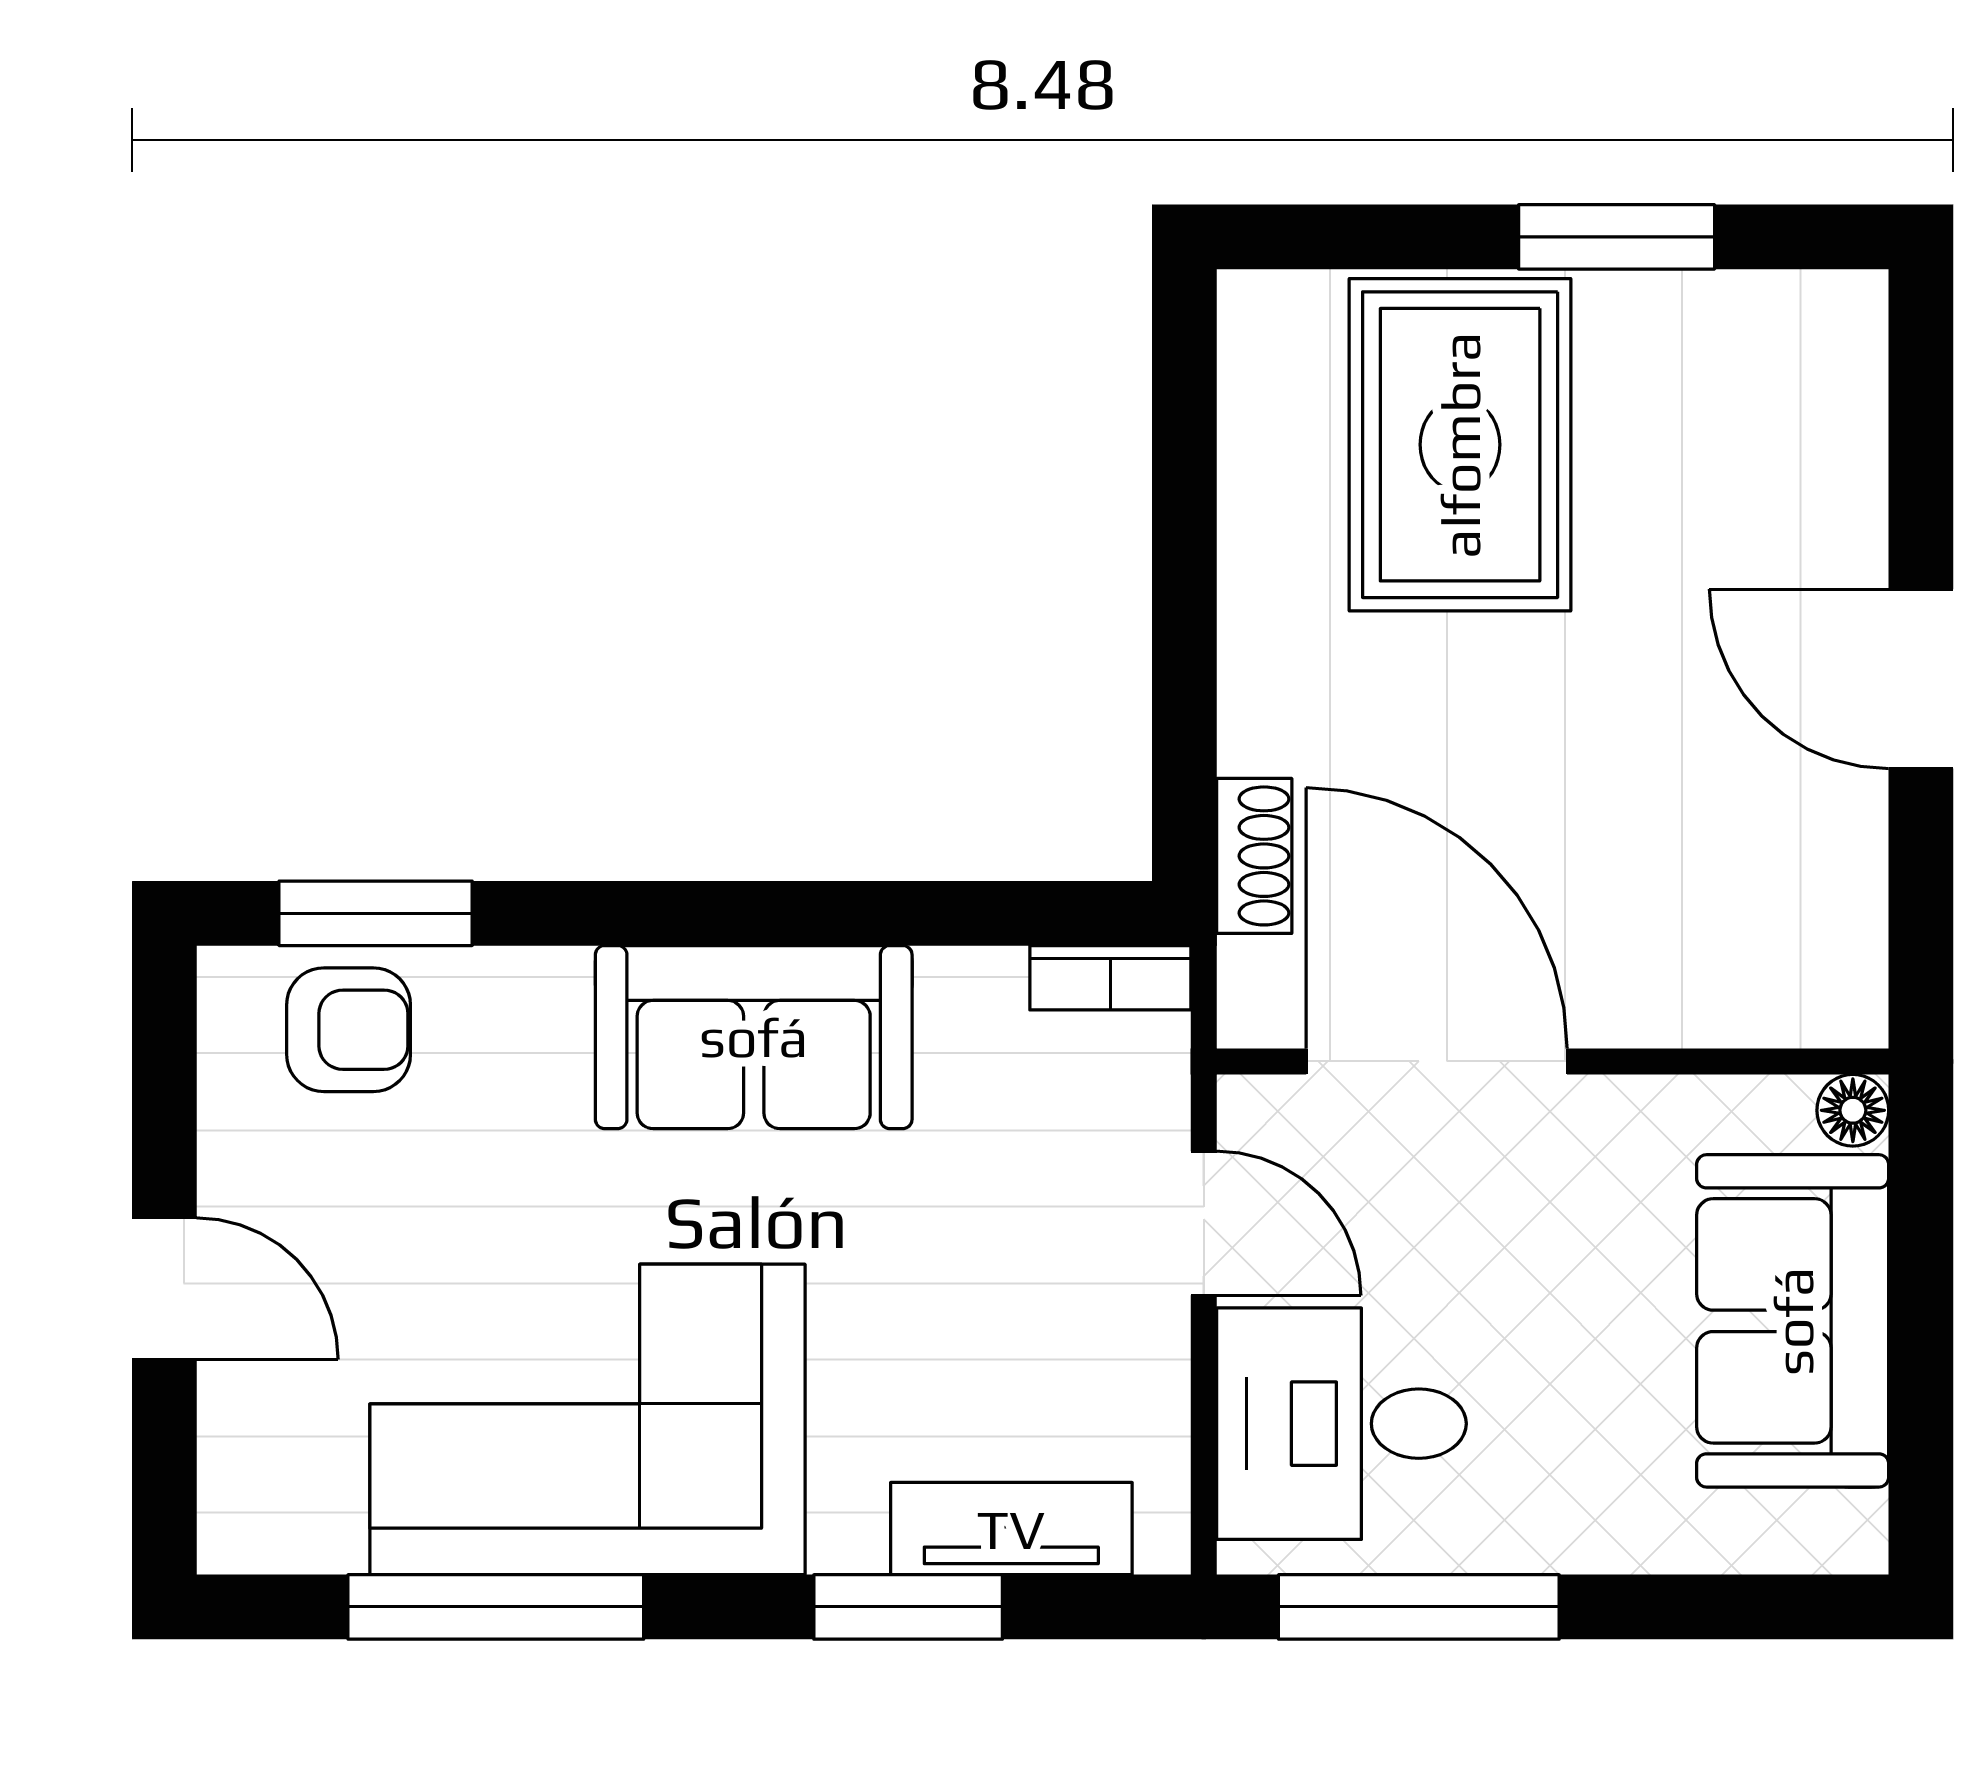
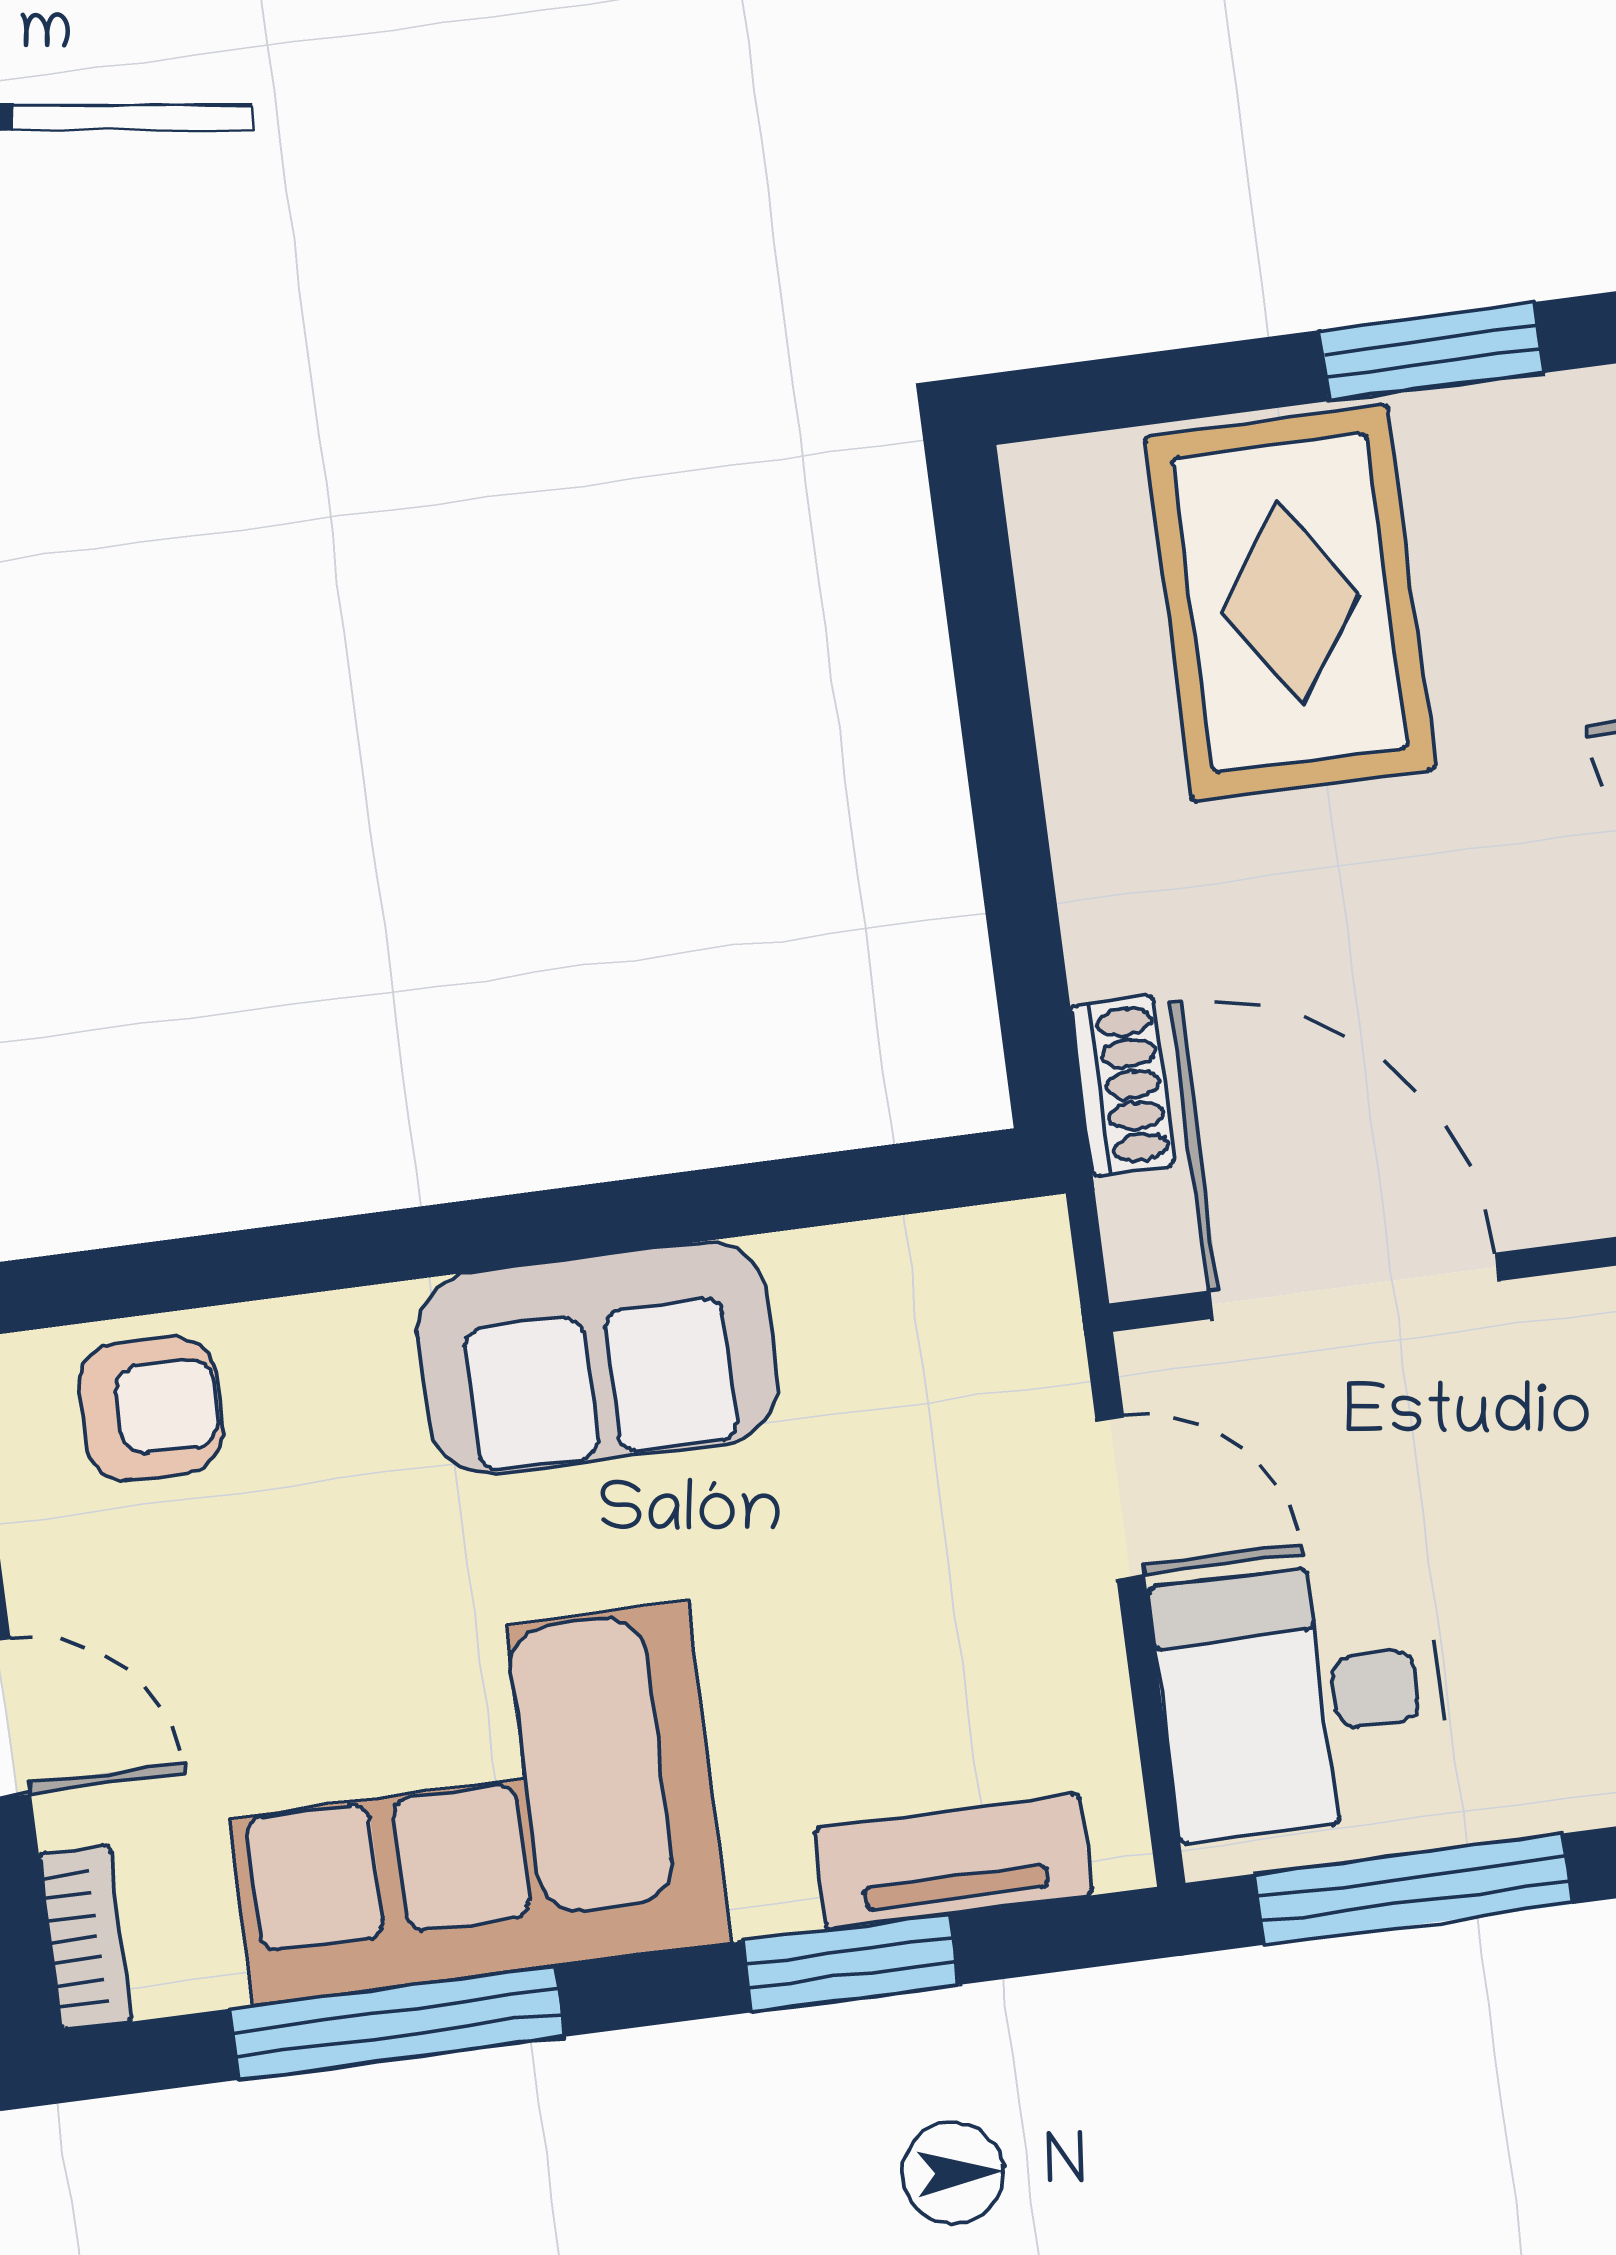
window: (376, 913) -> (163, 1276), removed
bookcase: (1110, 978) -> (86, 1938), moved, turned -90

